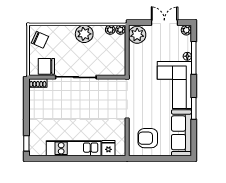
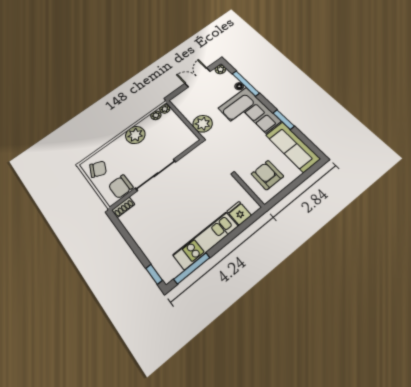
plant: (137, 35) -> (203, 124), moved
armchair: (148, 138) -> (267, 175), turned 90
window: (52, 158) -> (192, 268), added

